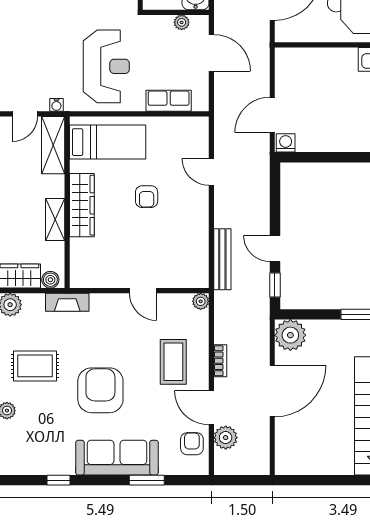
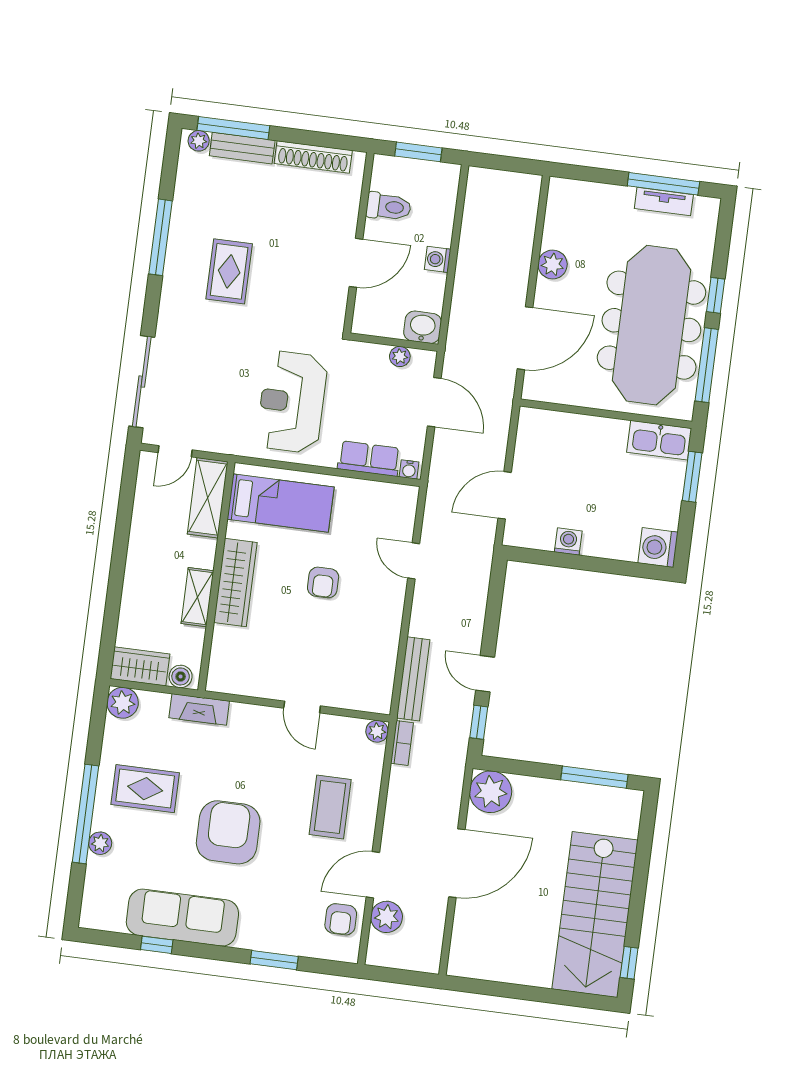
reception desk: (106, 66) -> (292, 402), turned 180
water cooler: (56, 105) -> (409, 469), moved
washing machine: (286, 143) -> (568, 542), moved
bookcase: (220, 361) -> (402, 743), moved
door: (211, 408) -> (373, 875), hinge flipped
armchair: (192, 444) -> (341, 919), turned 180
sofa: (117, 458) -> (182, 918), moved

